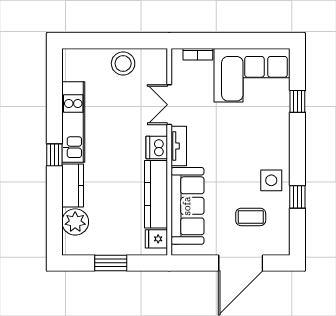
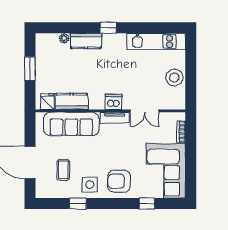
double door: (169, 105) -> (145, 111), swing flipped
kitchen unit: (73, 122) -> (156, 41), moved
armchair: (266, 140) -> (119, 181), added
kitchen counter: (156, 194) -> (72, 101), width x0.67
plant: (75, 222) -> (64, 38), width x0.53, depth x0.53

